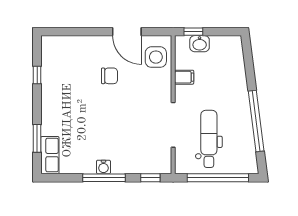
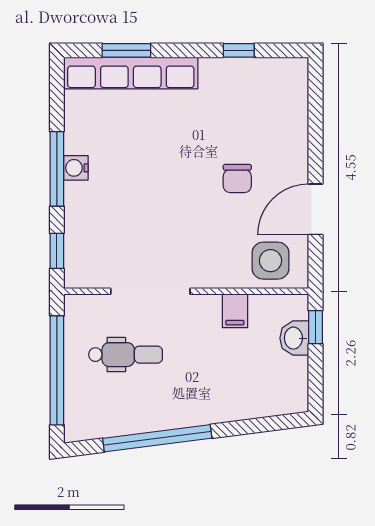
dental chair: (209, 139) -> (126, 355), width x0.73, depth x0.72
row of seats: (50, 155) -> (131, 73), width x2.02

